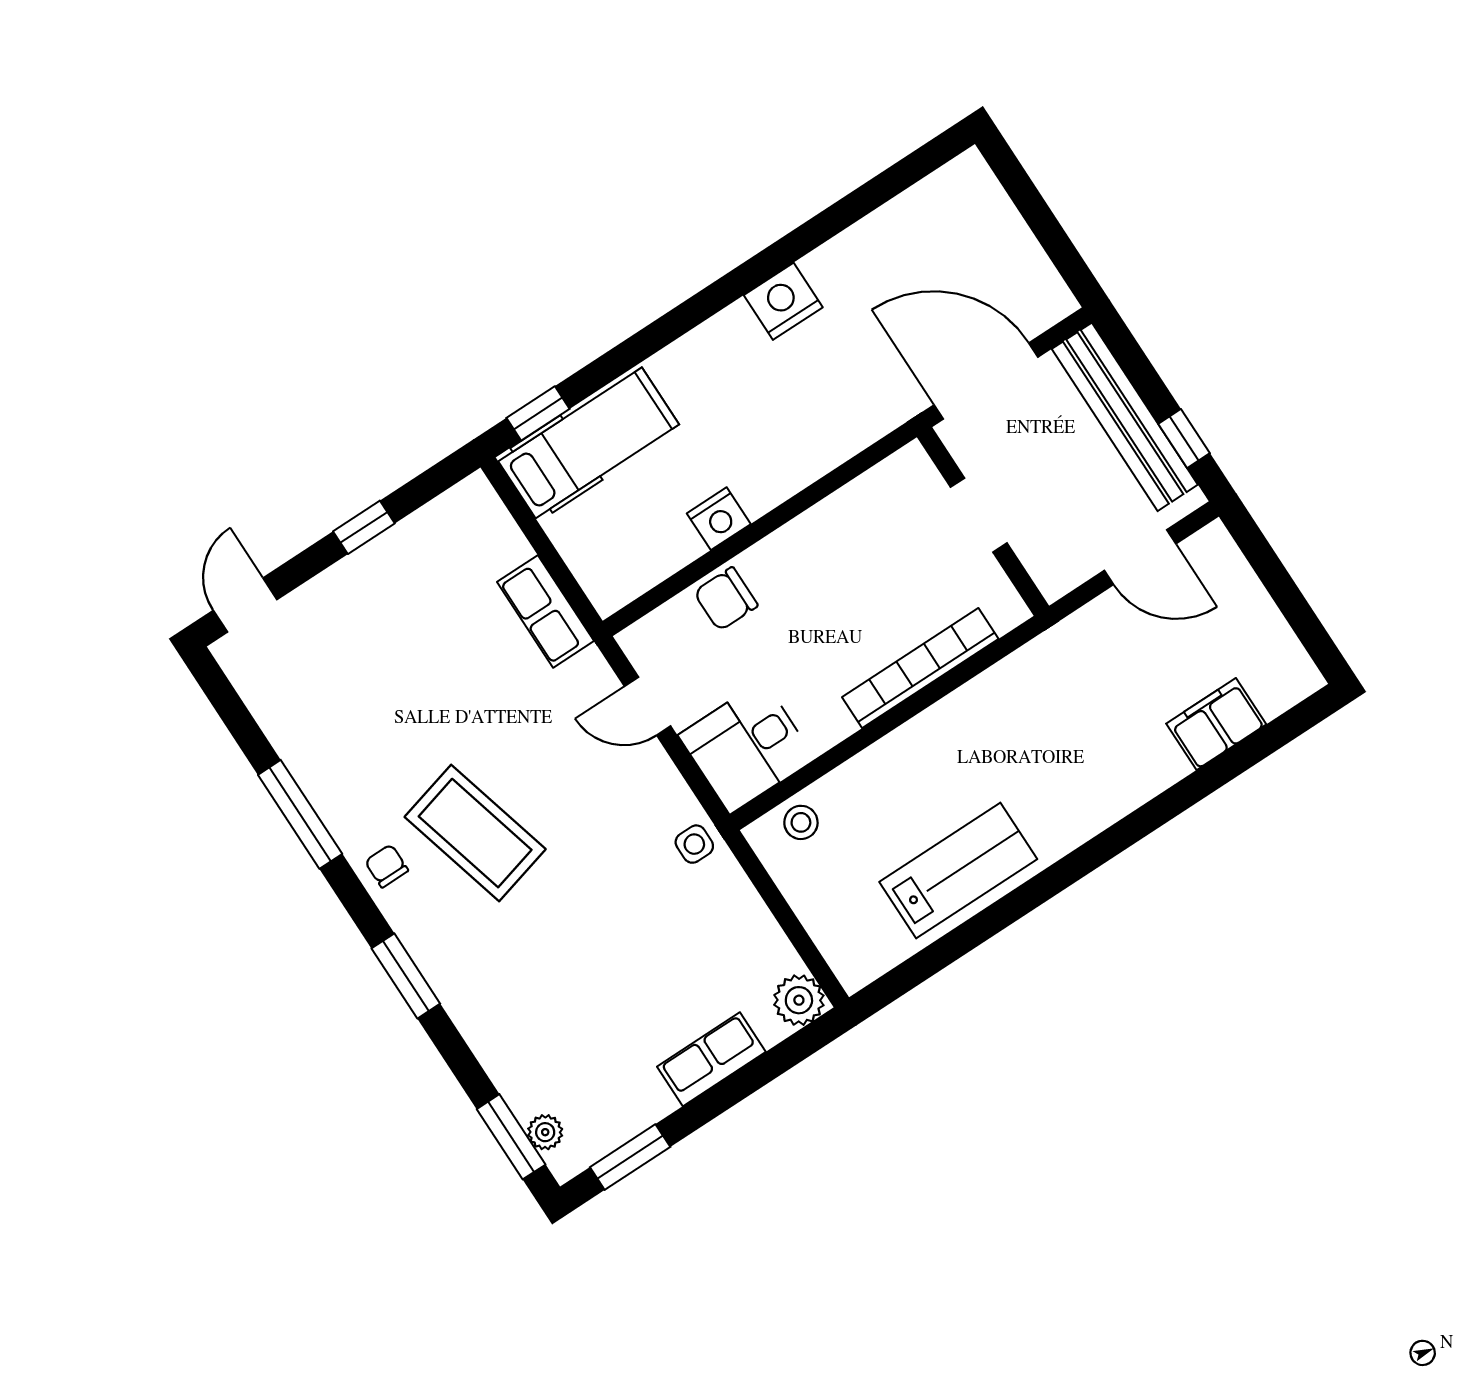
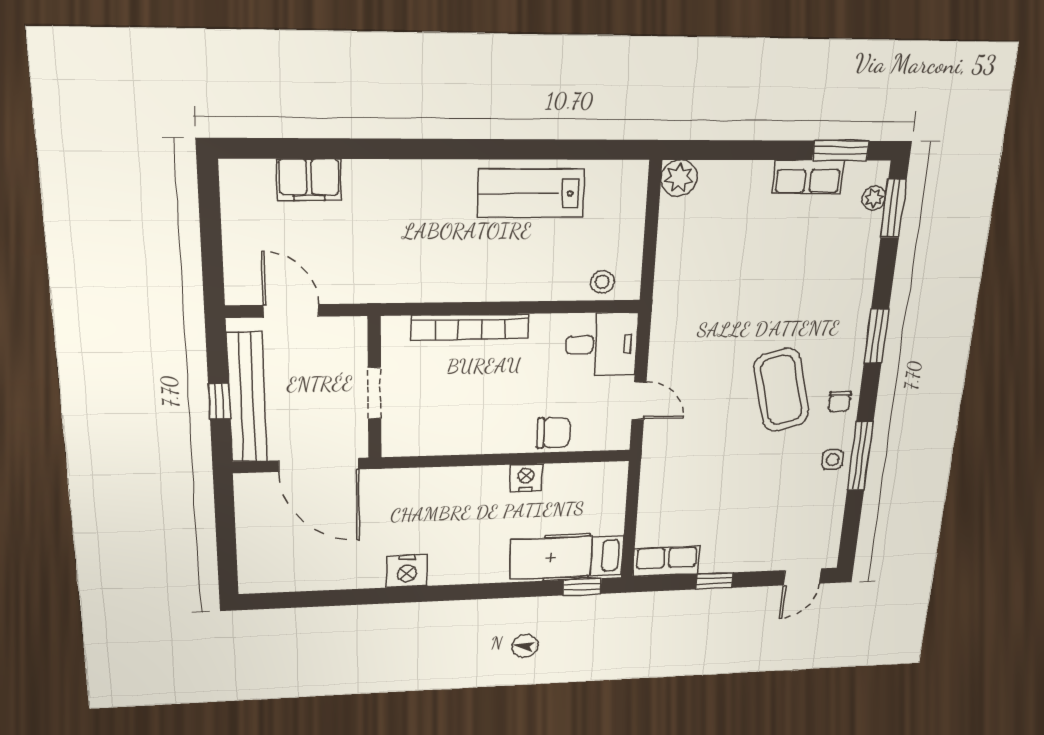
window: (1184, 439) -> (219, 401), moved
row of seats: (545, 611) -> (666, 561), moved, turned -90
side table: (694, 844) -> (833, 460), moved
row of seats: (711, 1059) -> (808, 177), moved

